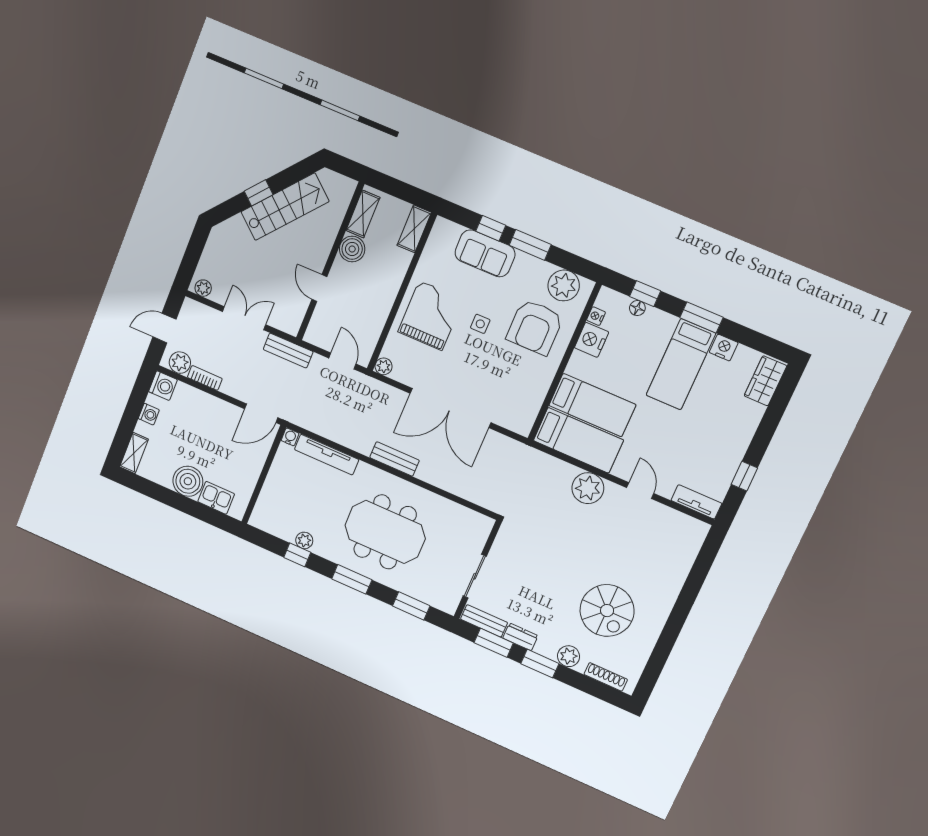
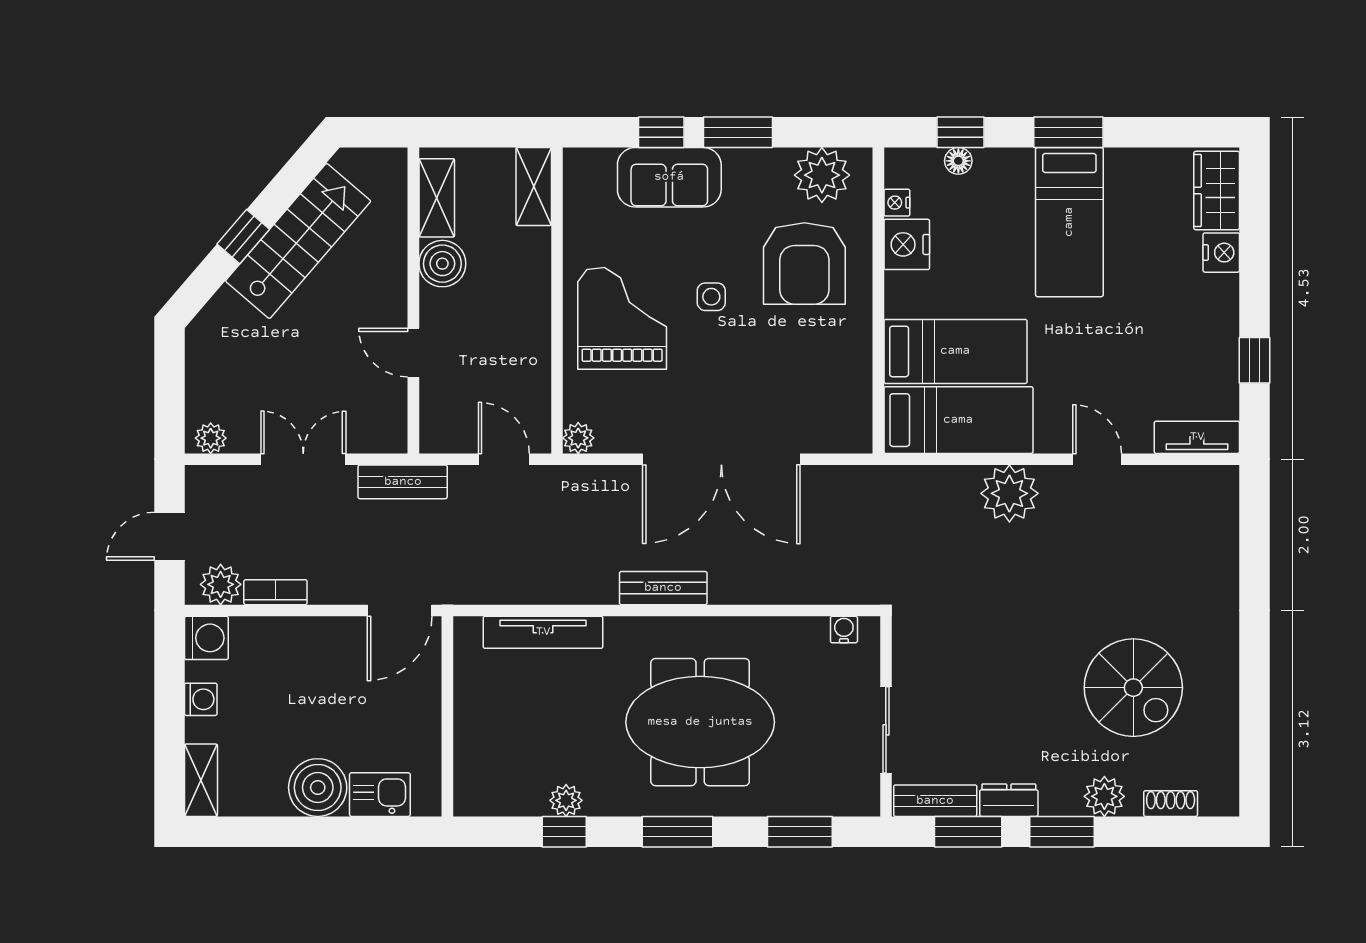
nightstand: (724, 348) -> (1221, 253), moved, turned 90
water cooler: (290, 437) -> (844, 630), moved
shoe rack: (606, 677) -> (1171, 804), width x0.70

